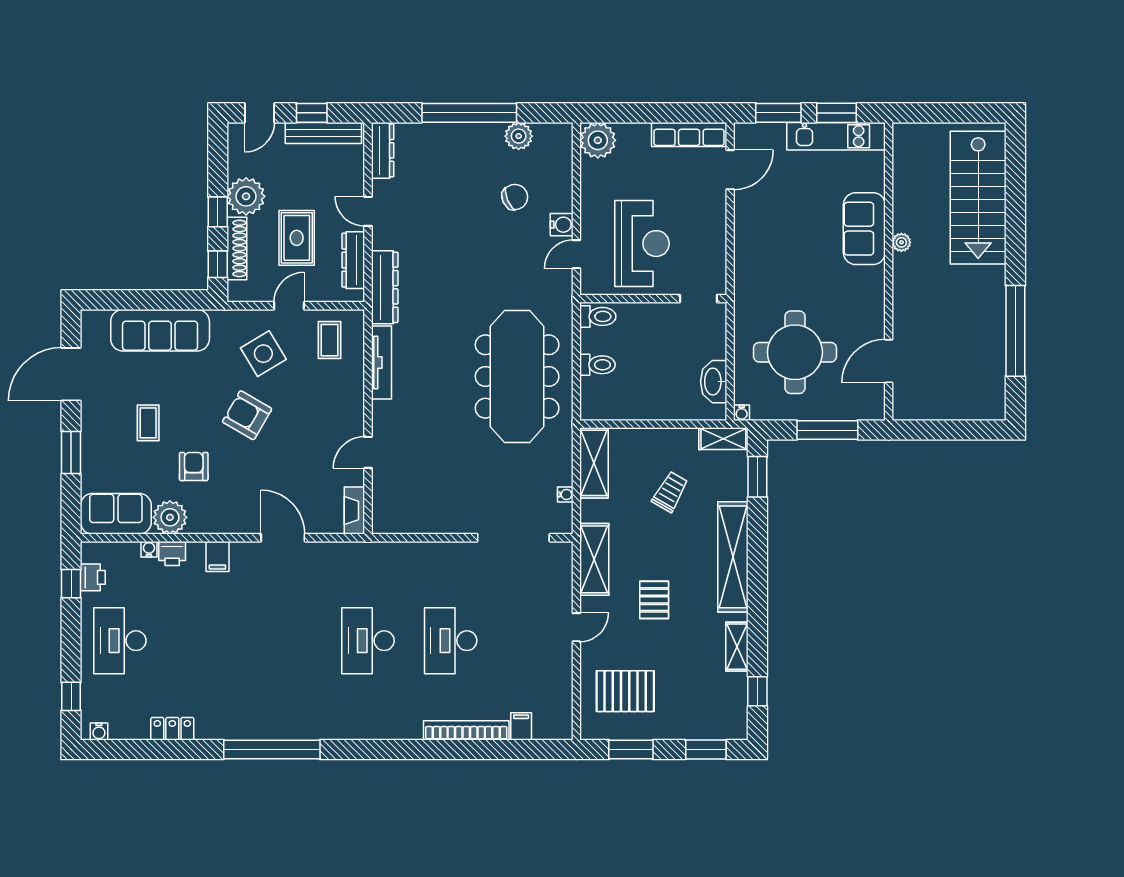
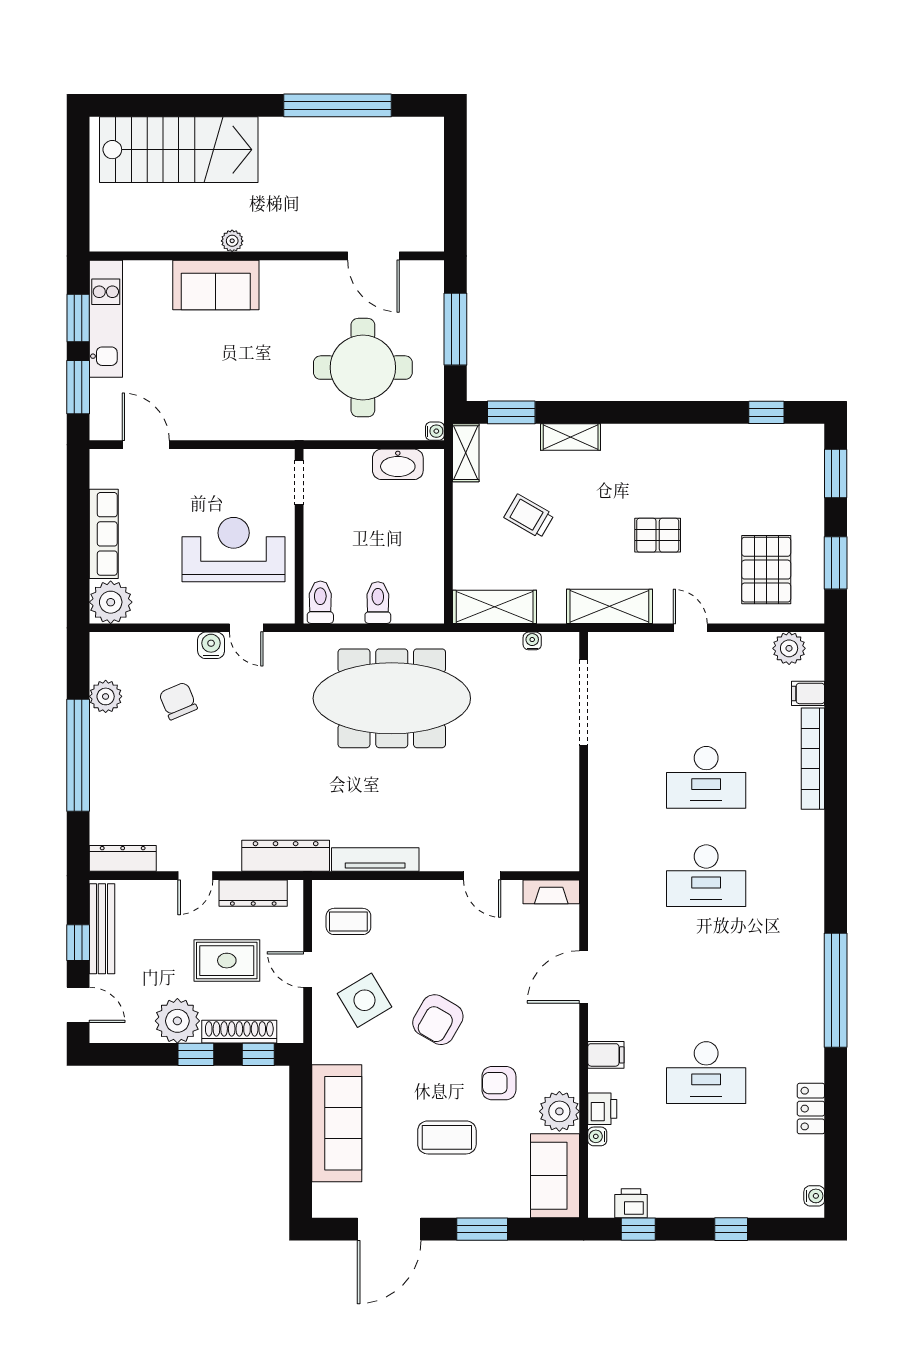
row of seats: (689, 135) -> (104, 534), moved
door: (71, 374) -> (389, 1229), hinge flipped
coffee table: (148, 423) -> (447, 1137), width x1.36, depth x1.30
shelving: (733, 557) -> (571, 437), width x0.45, depth x0.75
desk: (120, 641) -> (706, 1073), moved
shelving: (737, 647) -> (713, 437), removed
window: (71, 696) -> (731, 1229), moved
plant: (559, 710) -> (789, 648), added

